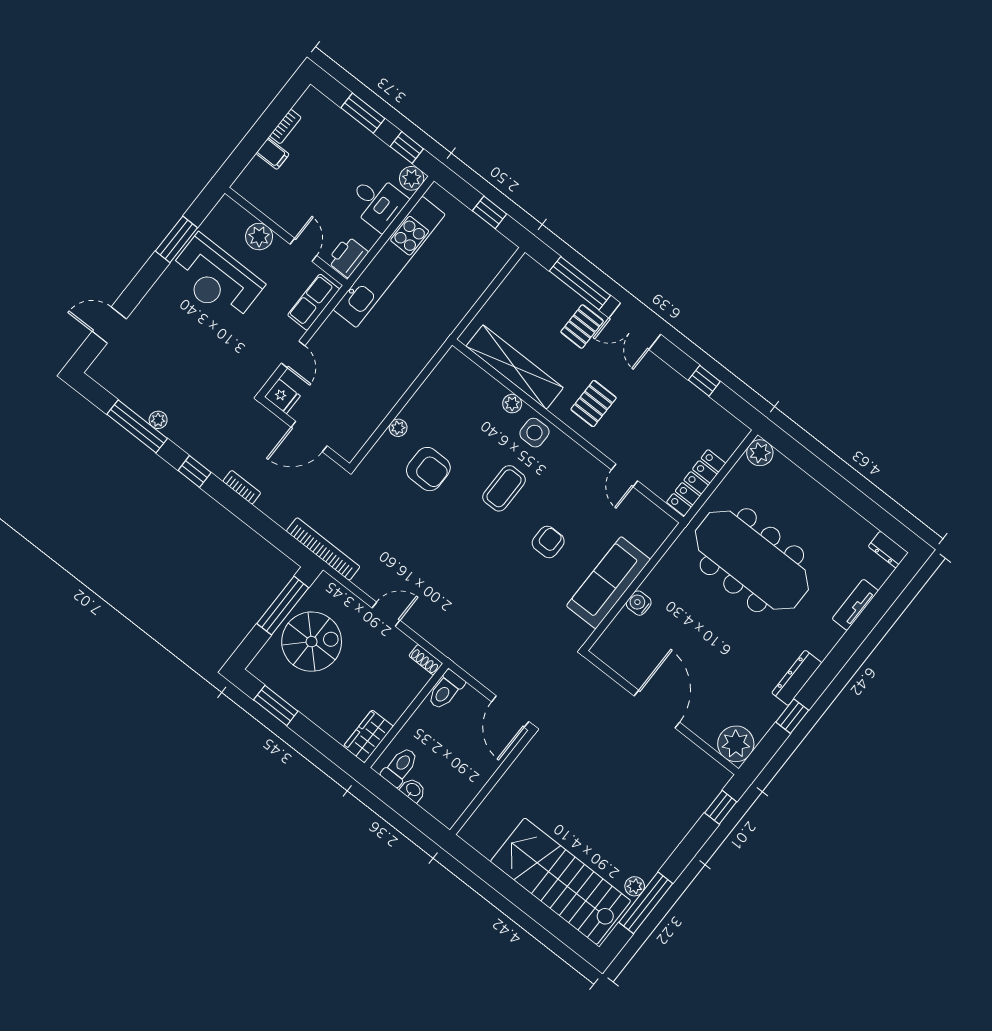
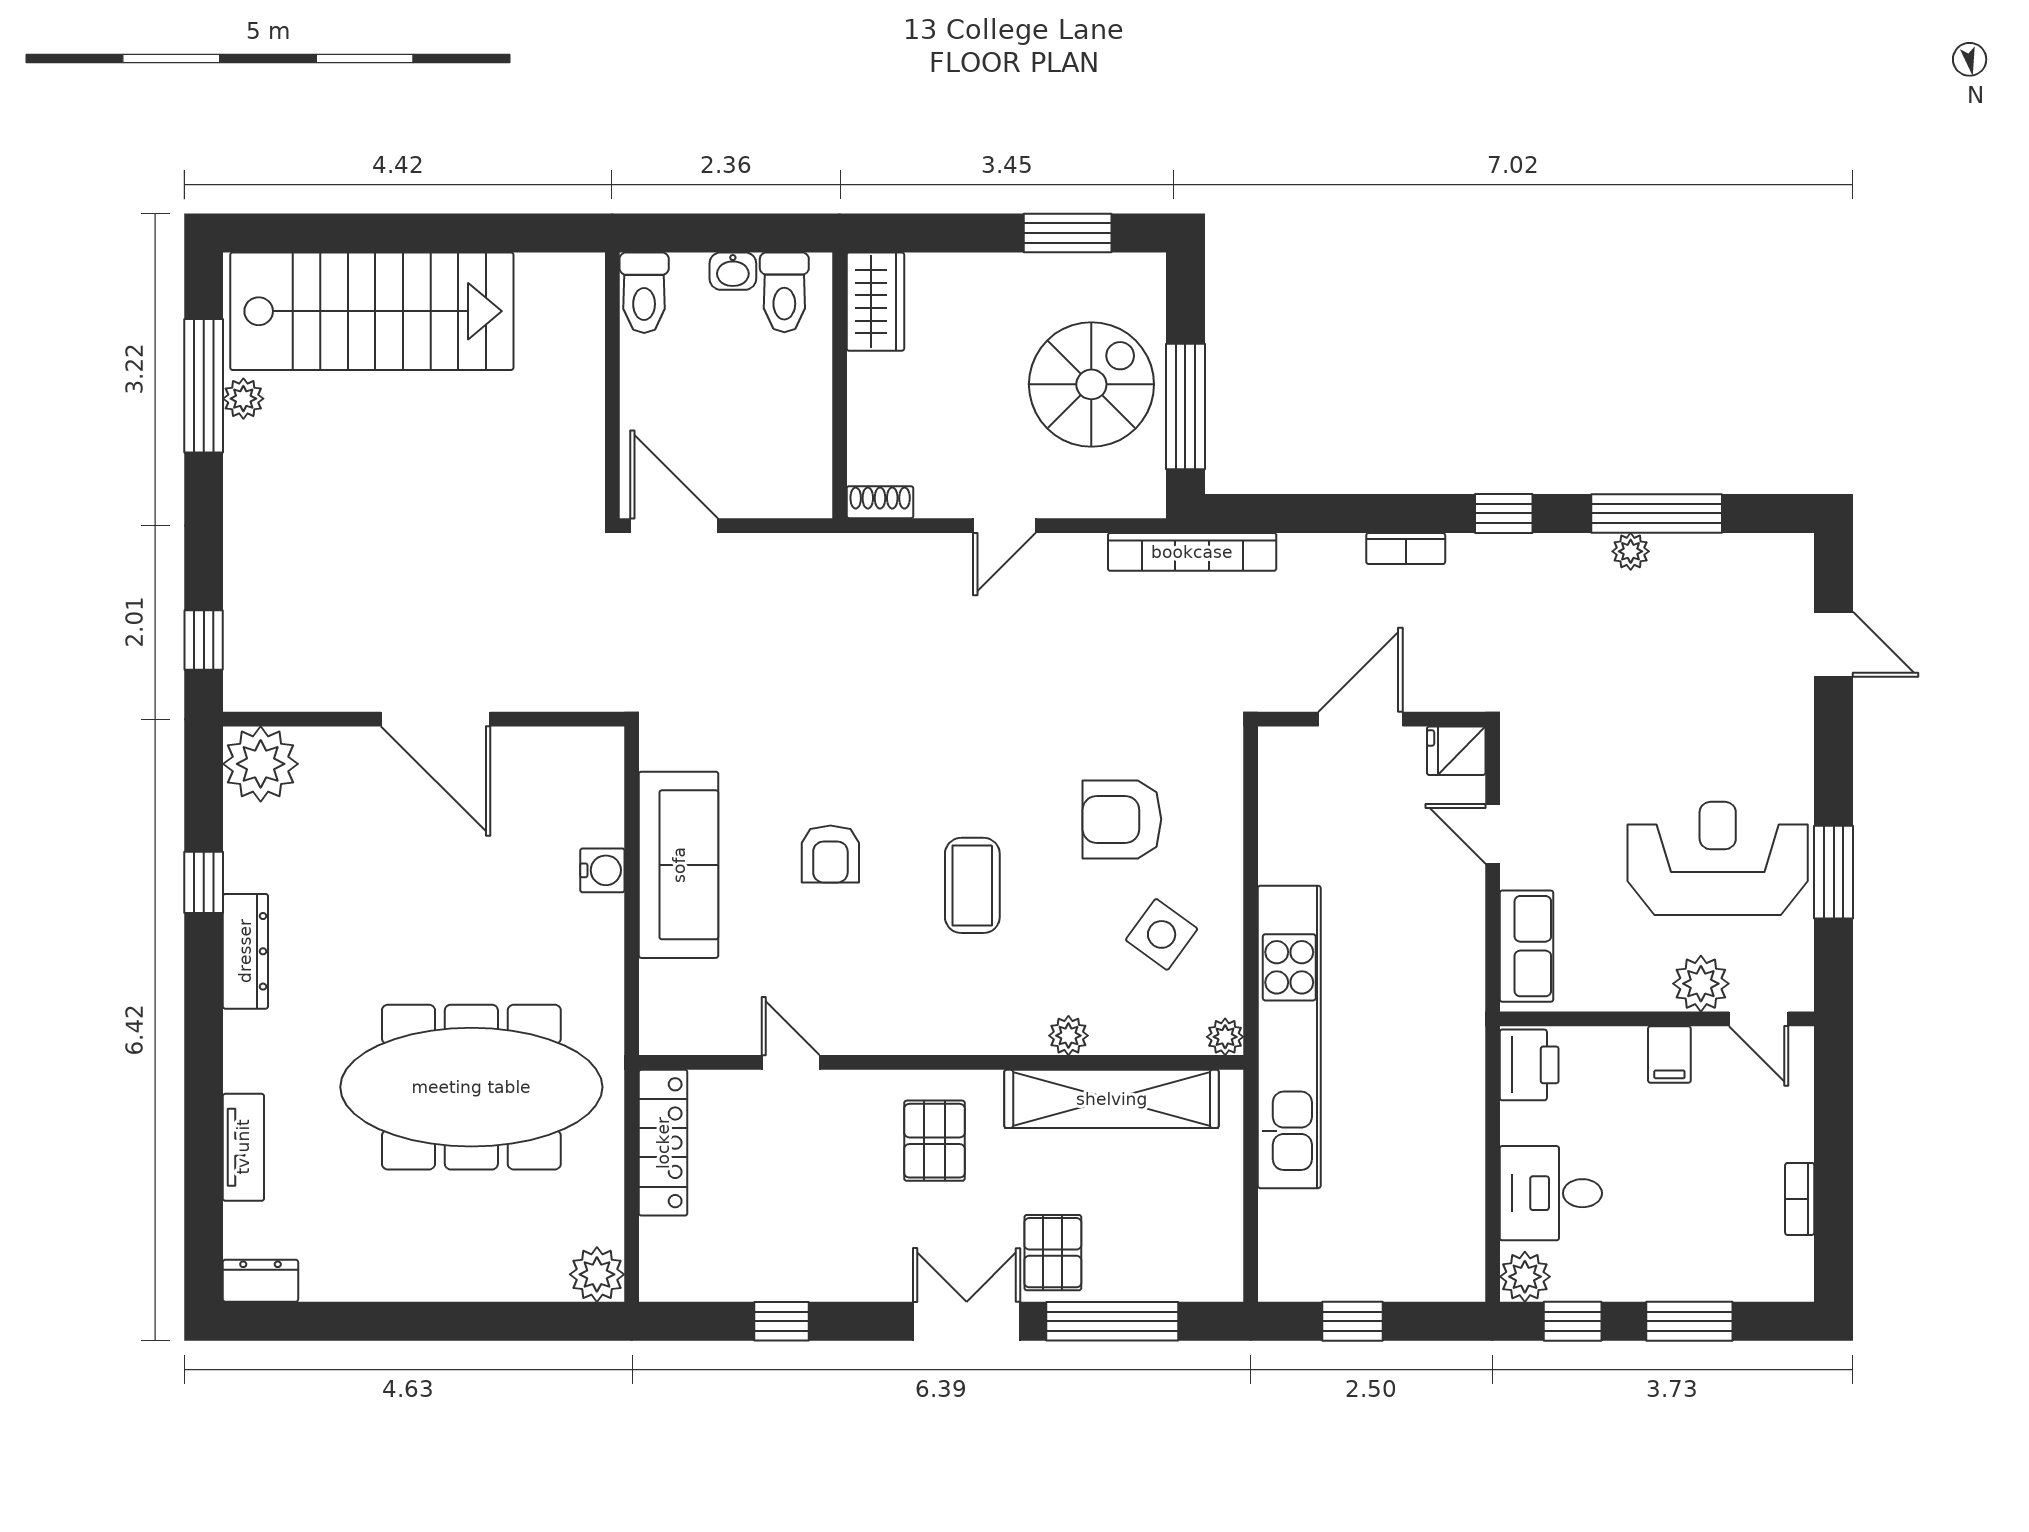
filing cabinet: (273, 154) -> (1669, 1055), moved, turned -90
door: (303, 250) -> (1759, 1019), moved
kitchen unit: (389, 262) -> (1289, 1037), moved, turned 180
door: (109, 325) -> (1834, 644), hinge flipped
plant: (398, 428) -> (1225, 1037), moved
side table: (534, 433) -> (1162, 934), moved, turned 36
spiral stairs: (312, 642) -> (1091, 384), turned 180
toilet: (446, 690) -> (644, 293), moved, turned 180

